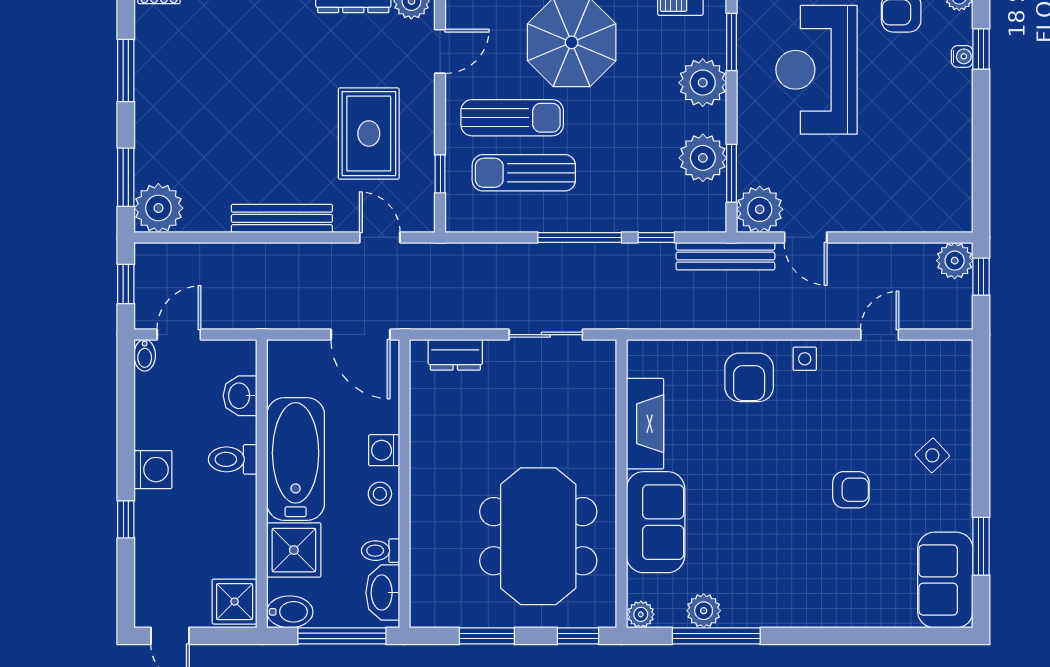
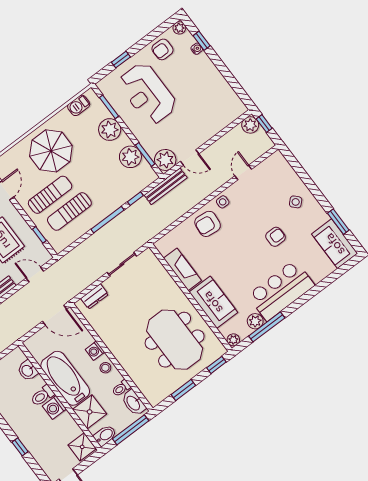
armchair: (749, 377) -> (208, 224), turned 96
washing machine: (153, 470) -> (54, 407), moved, turned 180
bar counter: (790, 591) -> (281, 290), added

